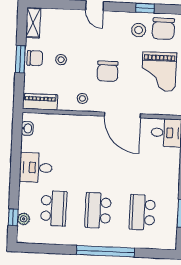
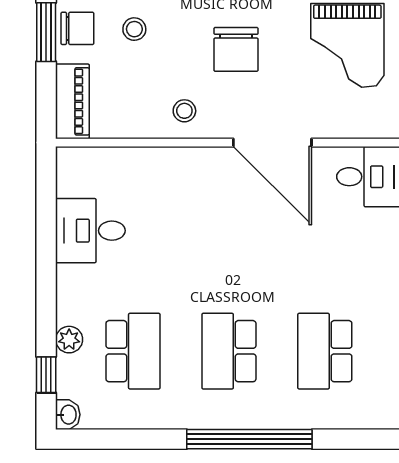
piano: (40, 102) -> (72, 101), moved, turned 90
washbasin: (27, 128) -> (68, 415), moved
desk: (36, 168) -> (90, 231), moved
plant: (24, 219) -> (69, 340), moved

